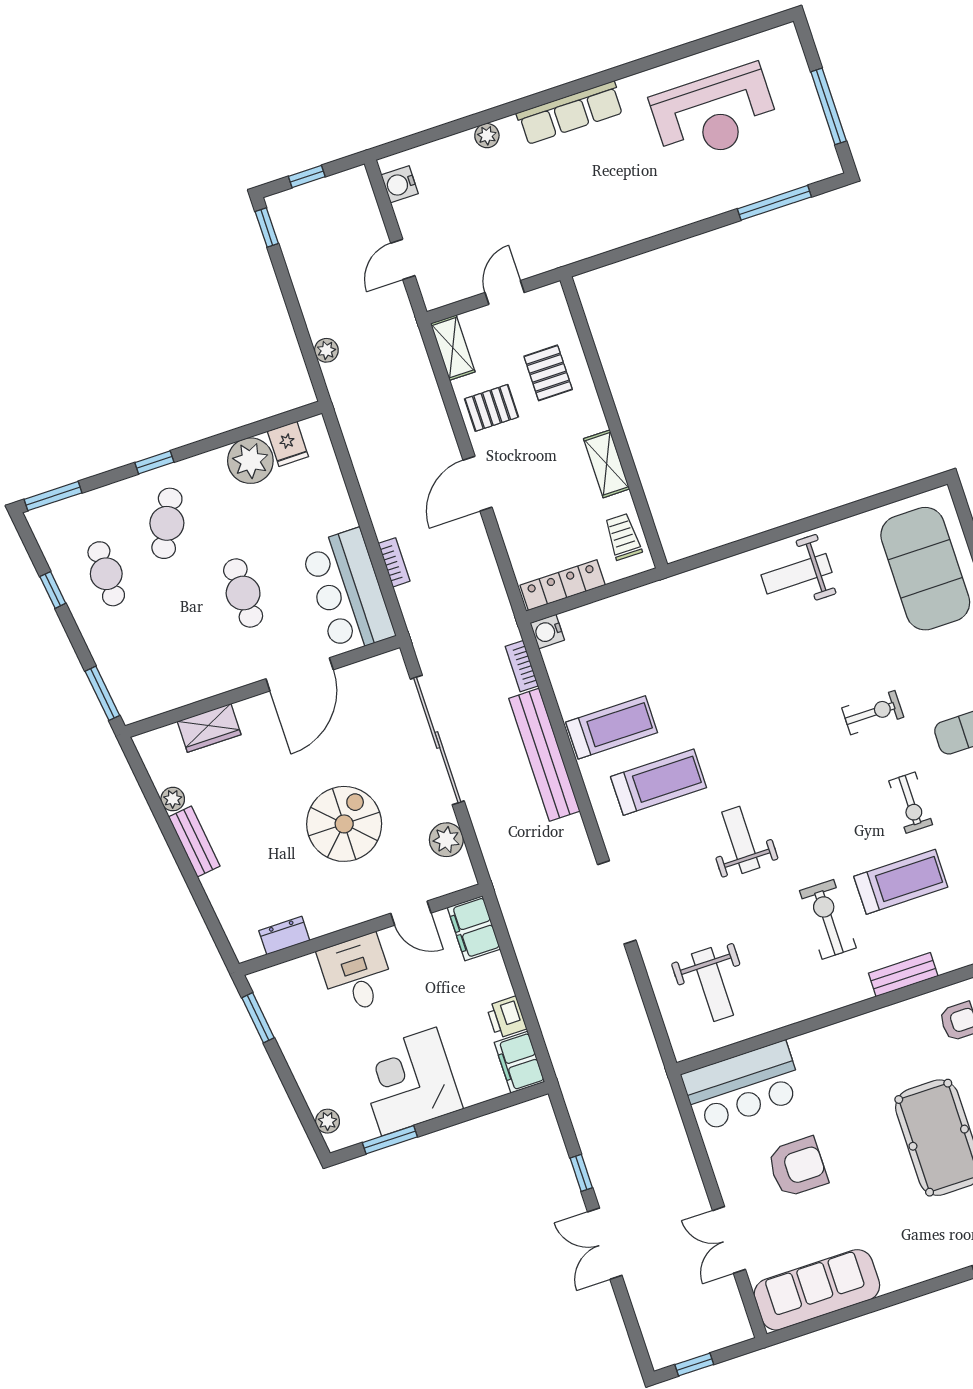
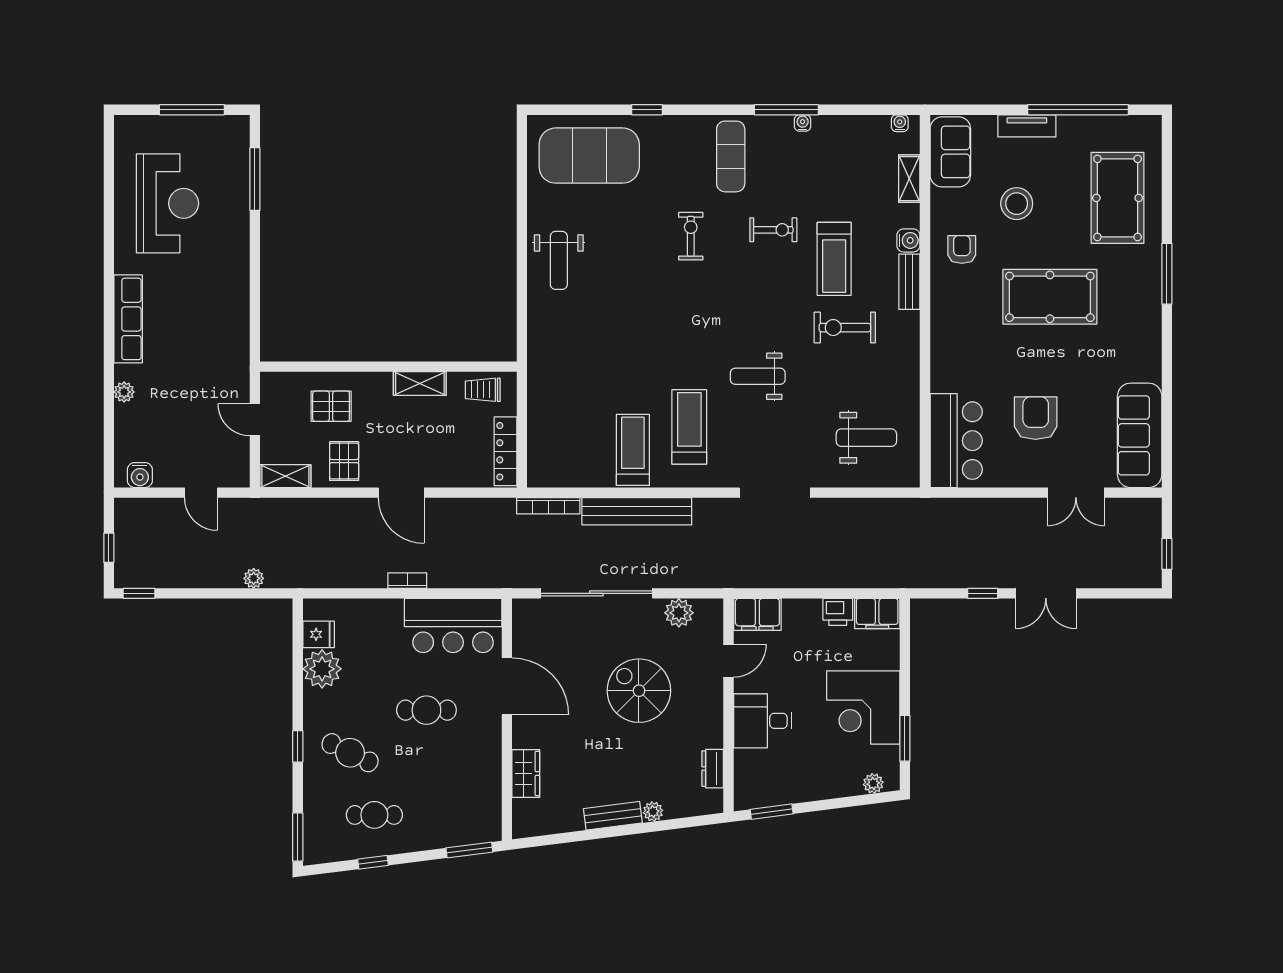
bookcase: (394, 562) -> (407, 581), moved
water cooler: (547, 631) -> (908, 240), moved, turned -90
bookcase: (522, 666) -> (548, 506), width x1.56
plant: (173, 799) -> (653, 812), moved
treadmill: (901, 882) -> (834, 259), turned 180

